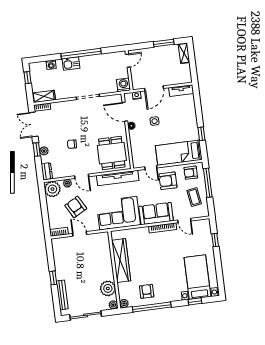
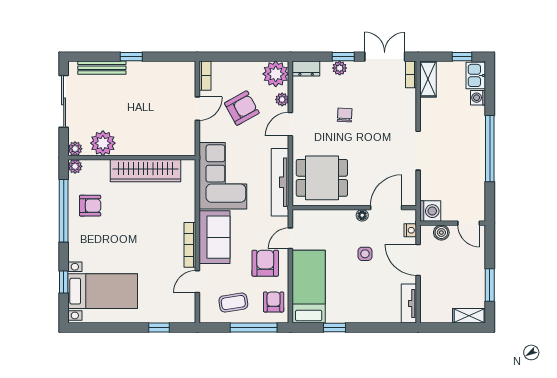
kitchen sink: (71, 64) -> (476, 75), moved
boiler: (136, 76) -> (441, 233), added

